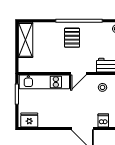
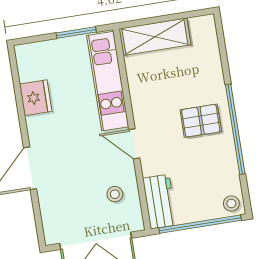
shelving: (25, 40) -> (155, 37), moved
fridge: (29, 120) -> (36, 98), moved
dishwasher: (103, 120) -> (52, 206), removed

